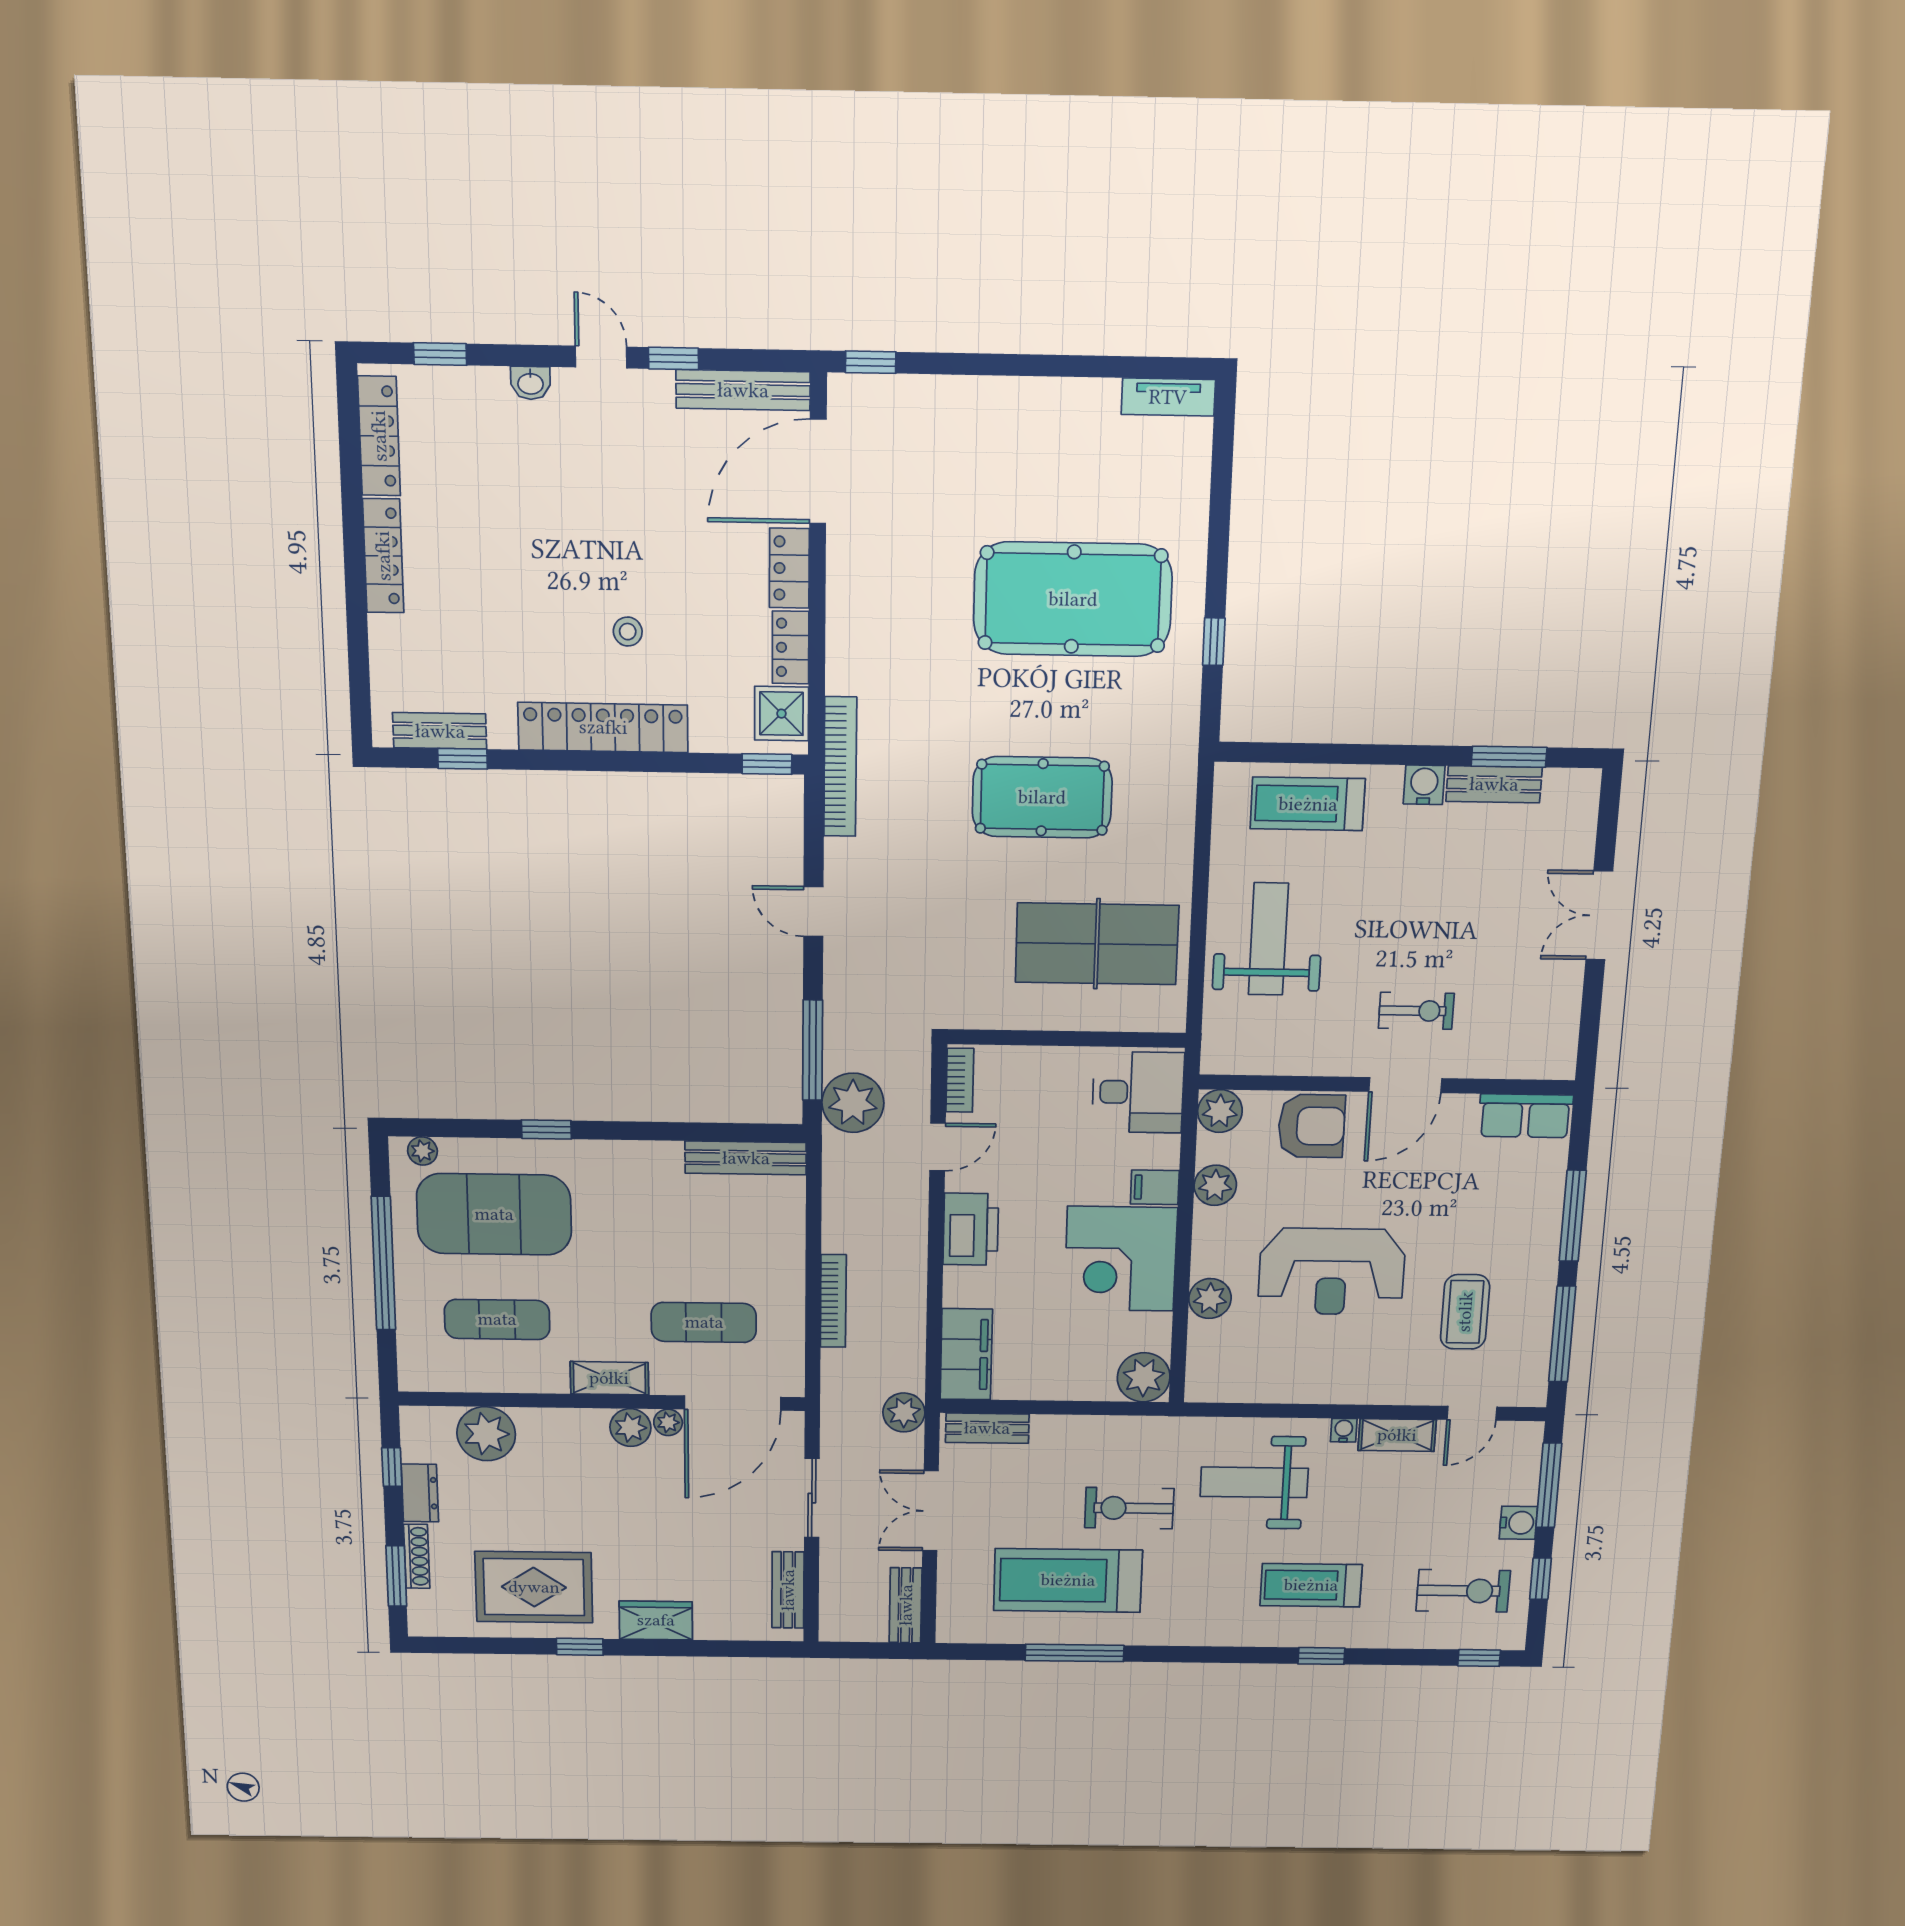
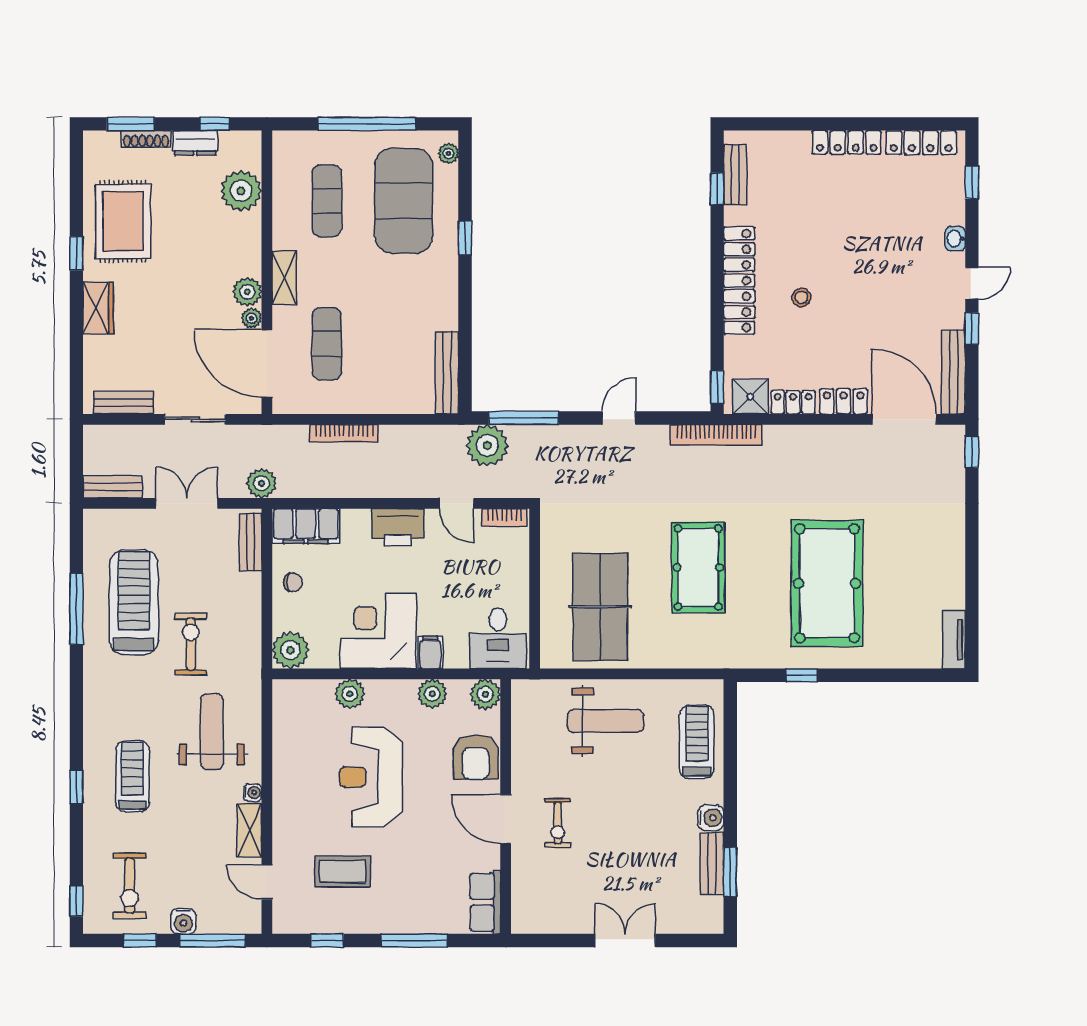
window: (1562, 1334) -> (327, 940), width x0.46
chair: (1047, 1373) -> (293, 582), added

